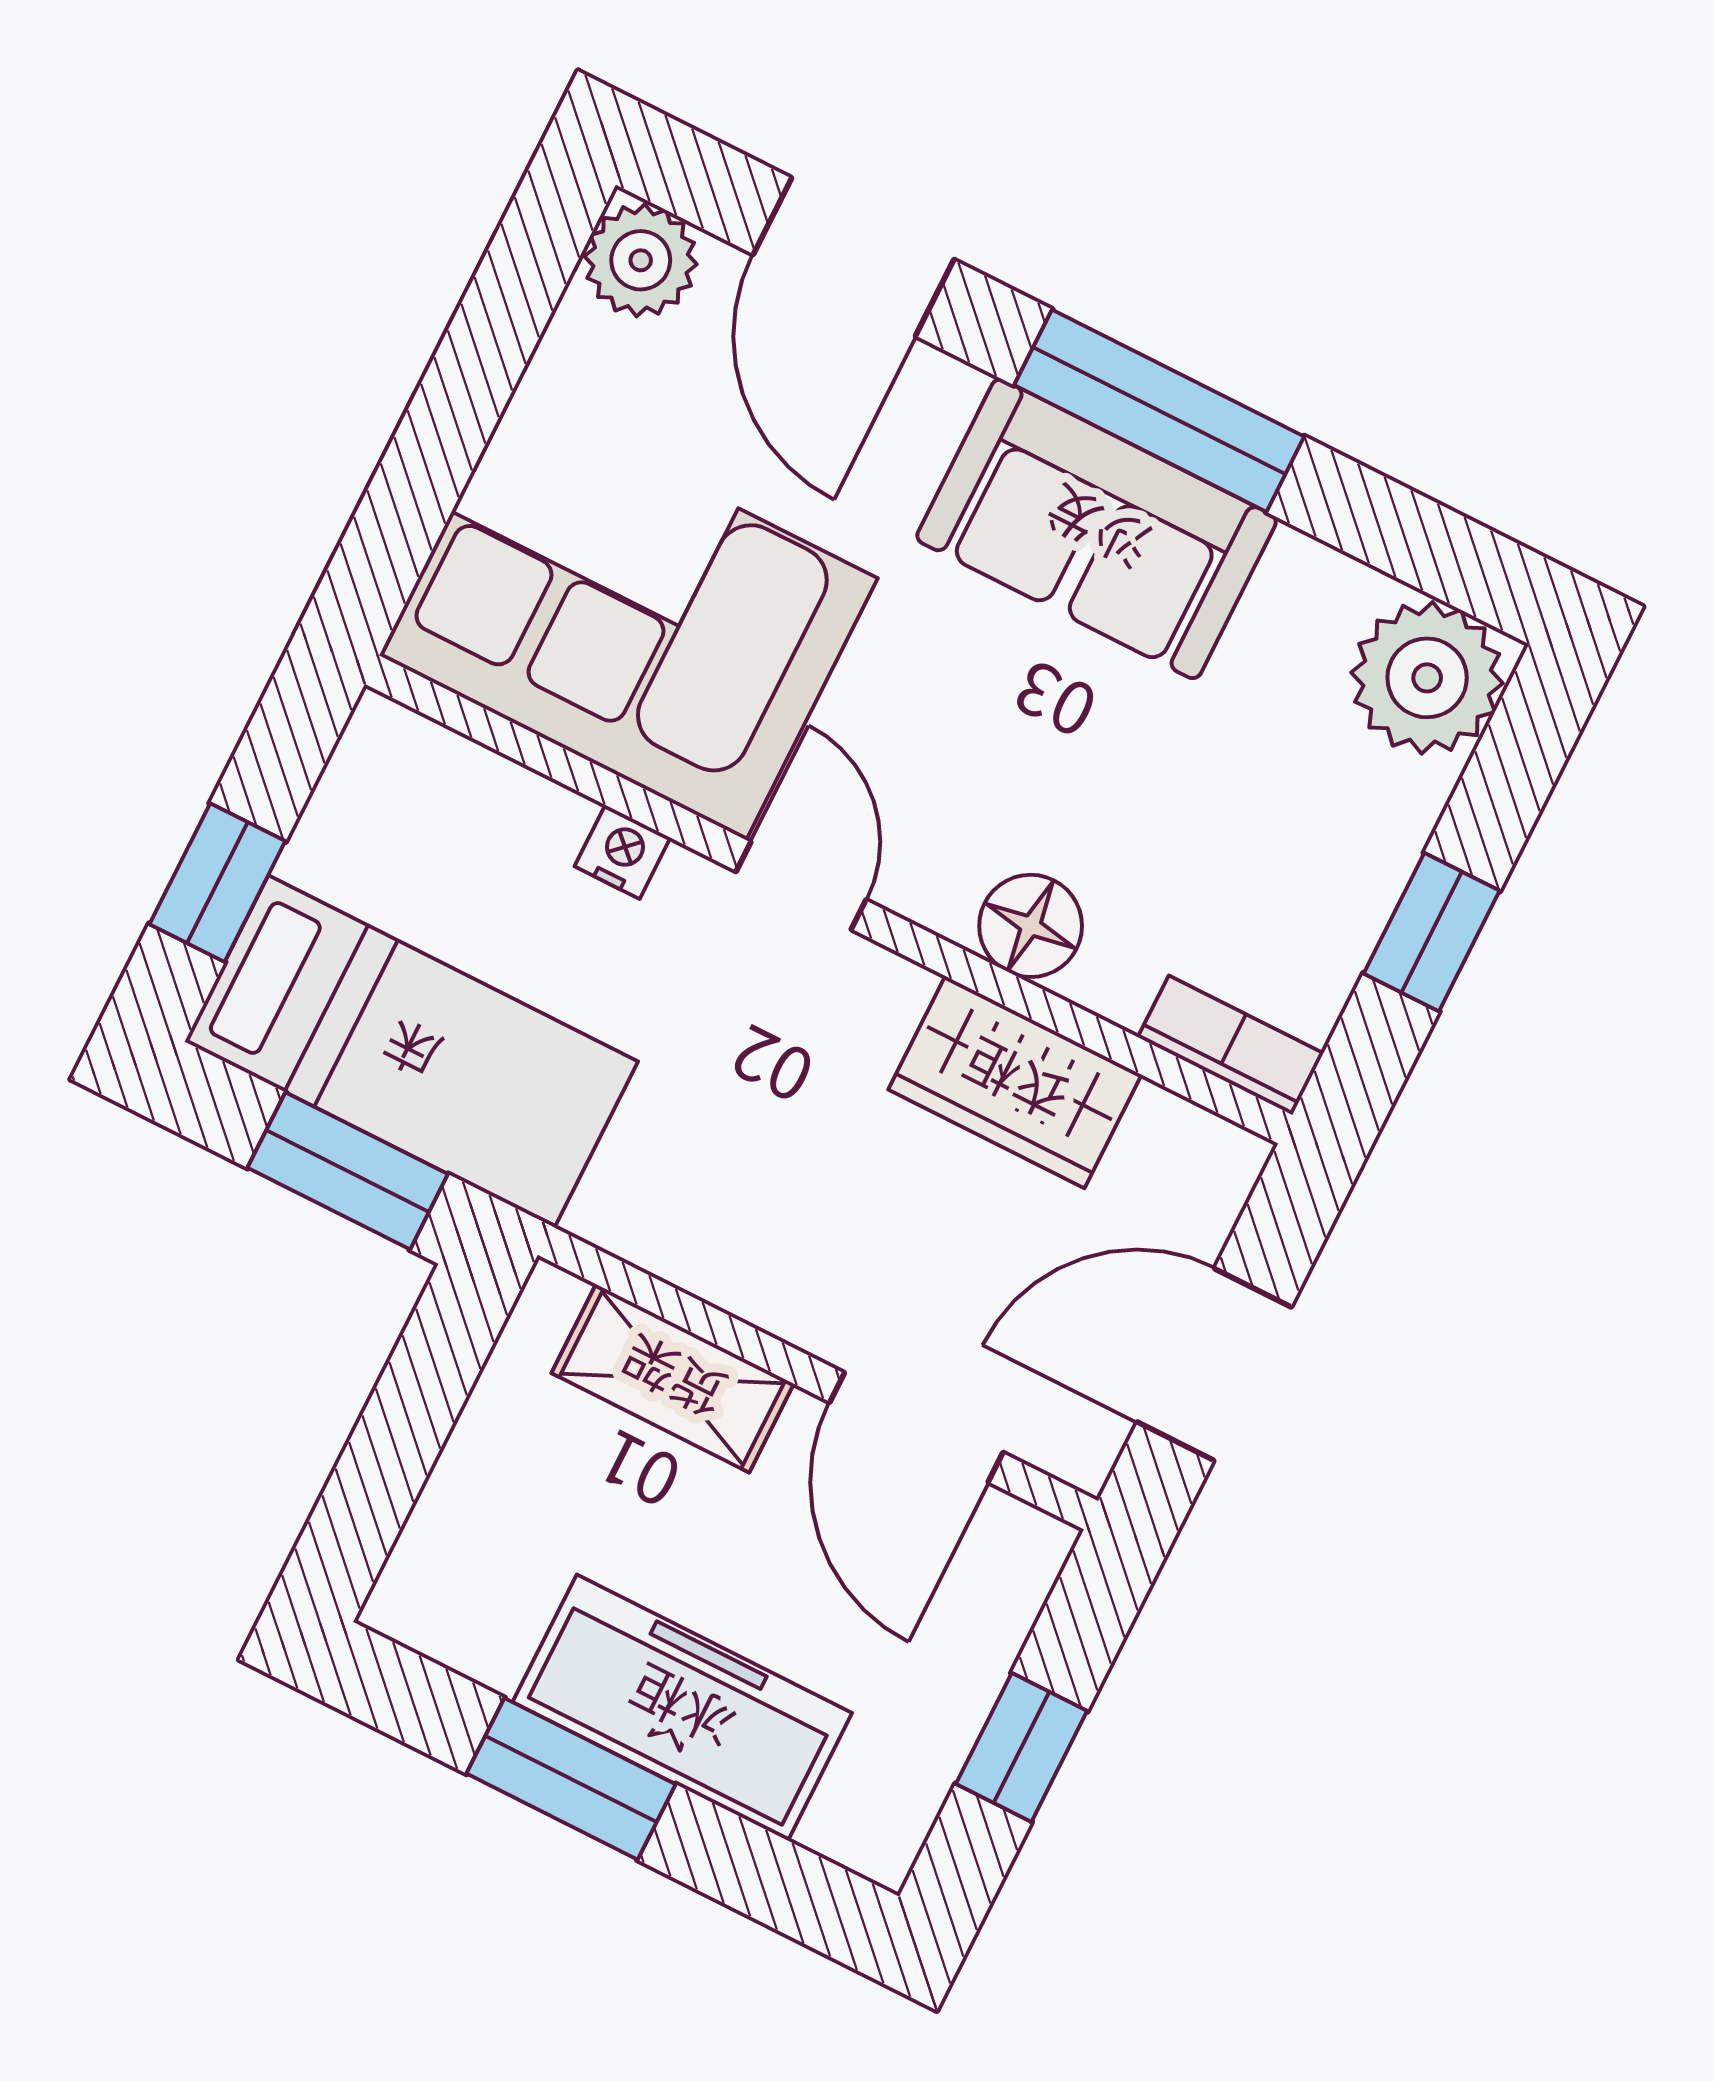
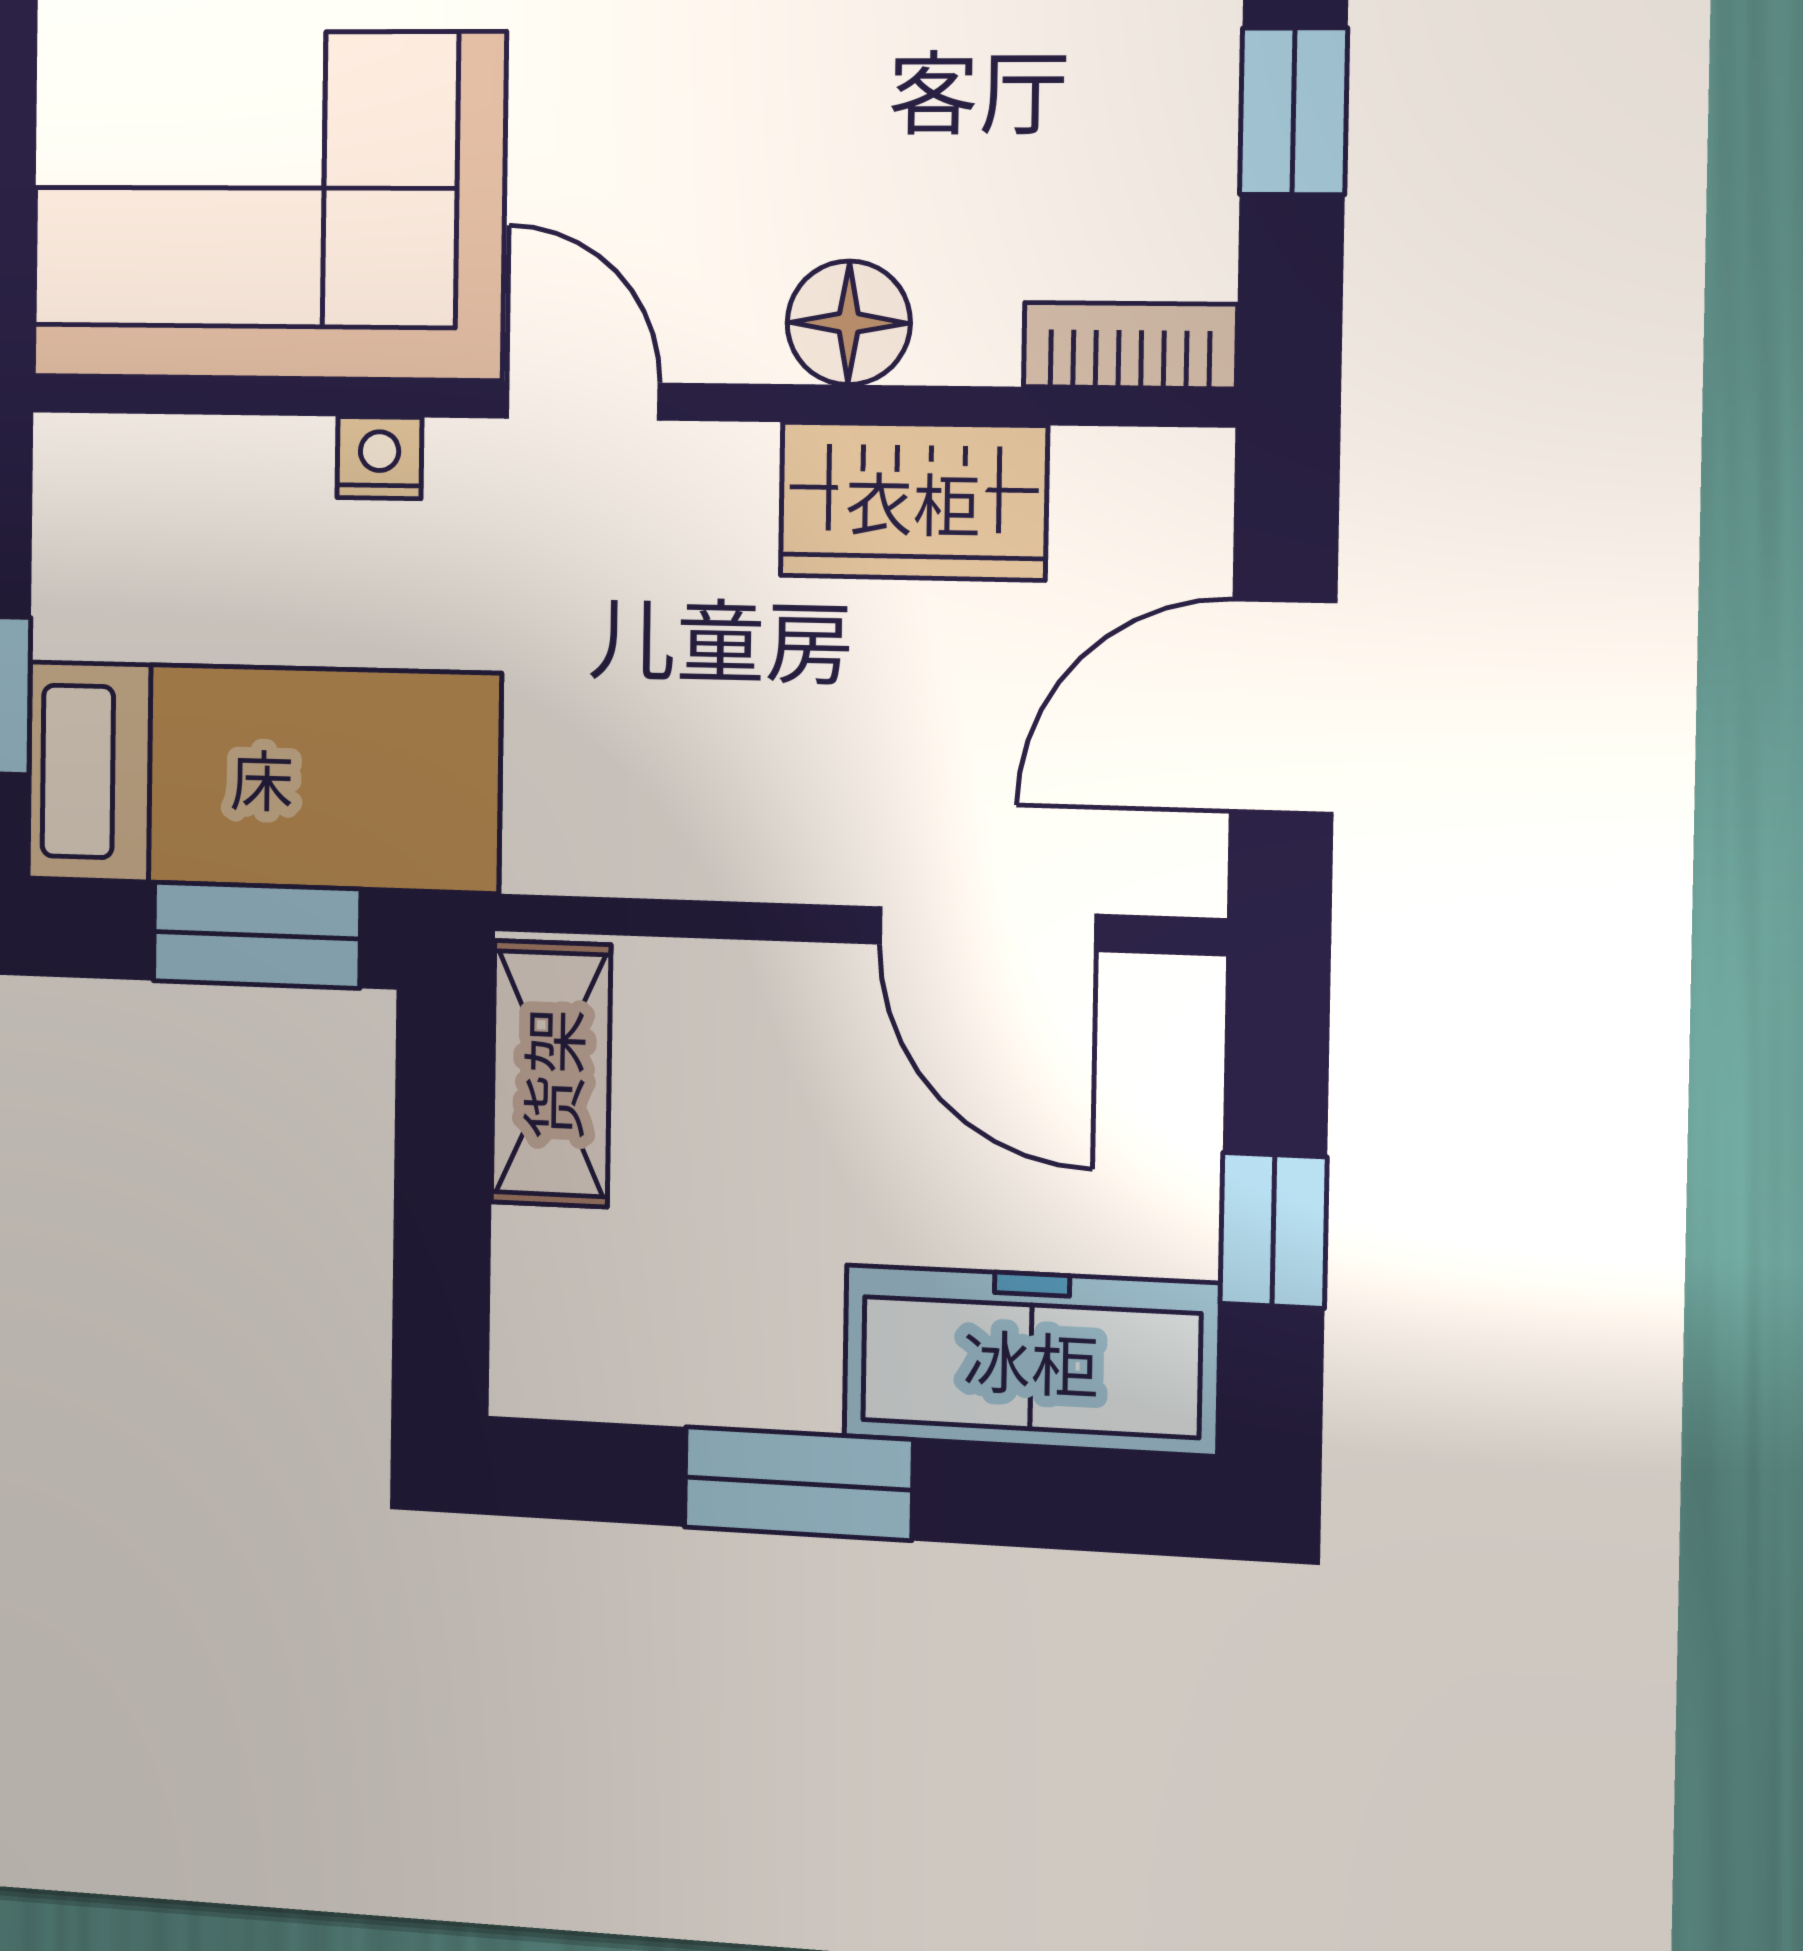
shelving: (673, 1378) -> (551, 1074), moved, turned 90
freezer: (682, 1708) -> (1031, 1360), moved

